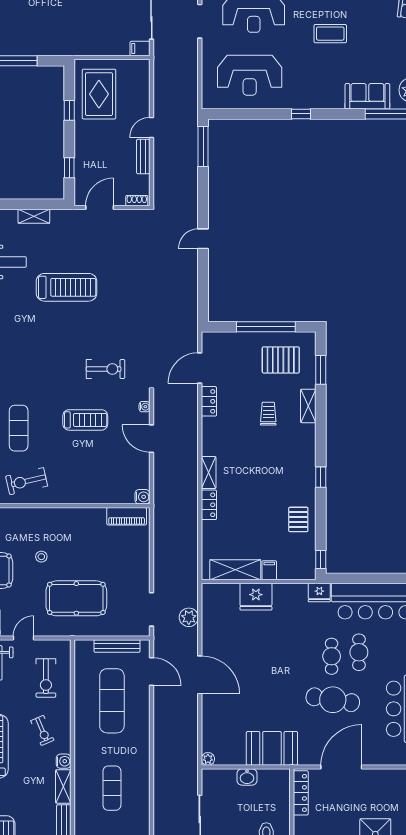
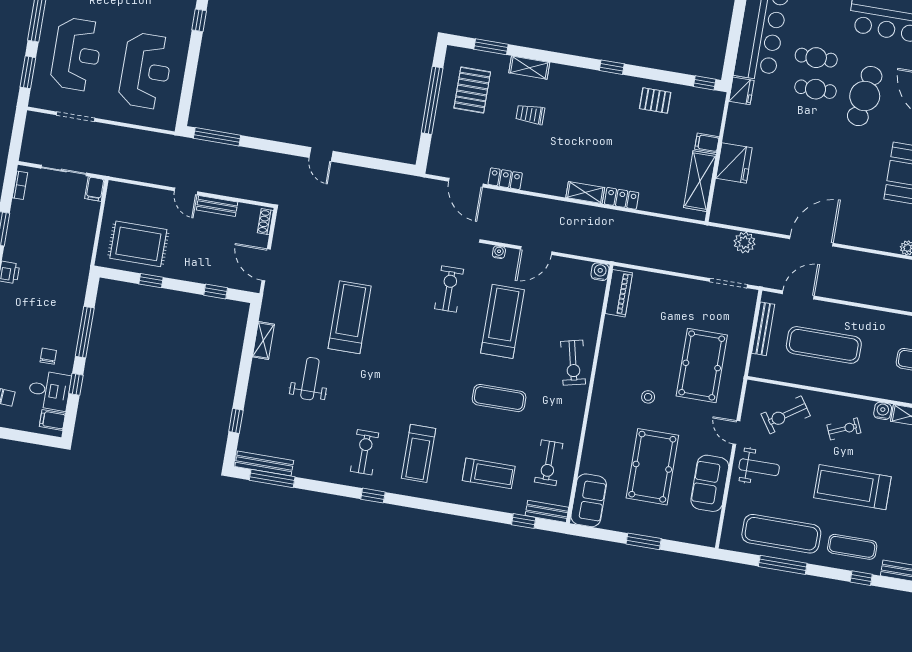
treadmill: (85, 420) -> (503, 321), width x1.37, depth x1.38
exercise bike: (27, 481) -> (573, 363), moved
exercise bike: (46, 678) -> (786, 415), turned 146

